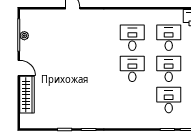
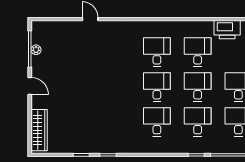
wardrobe: (27, 95) -> (39, 130), moved
desk: (132, 100) -> (157, 122), added

